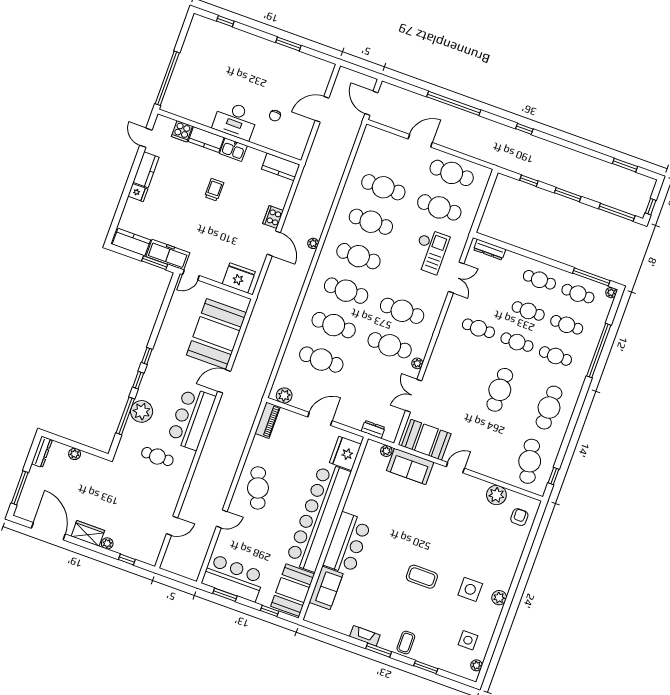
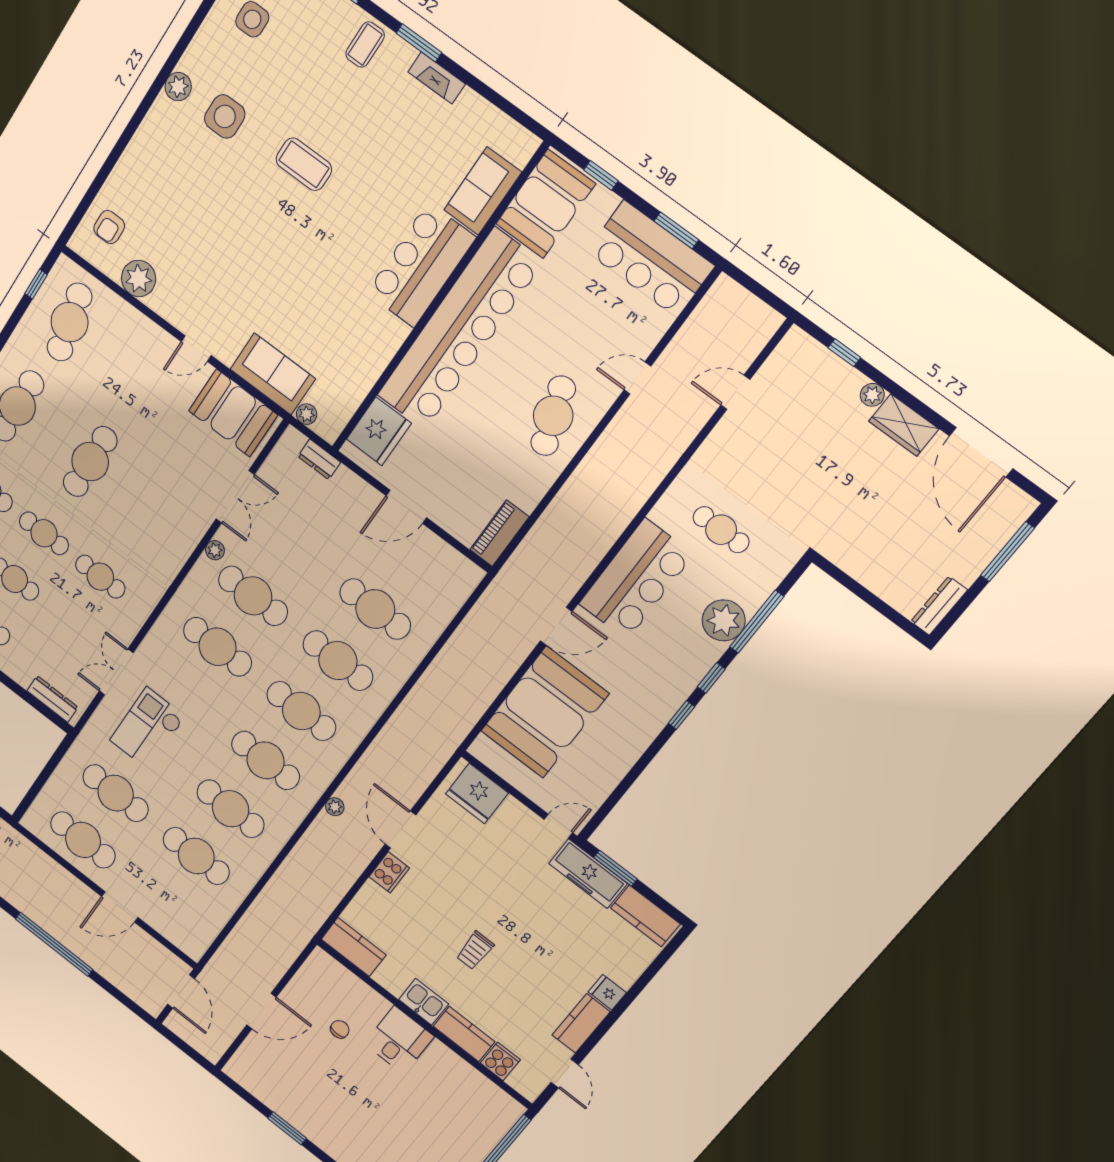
desk: (235, 120) -> (399, 1040), width x0.73
plant: (284, 396) -> (457, 567), removed
plant: (75, 454) -> (877, 582), removed

